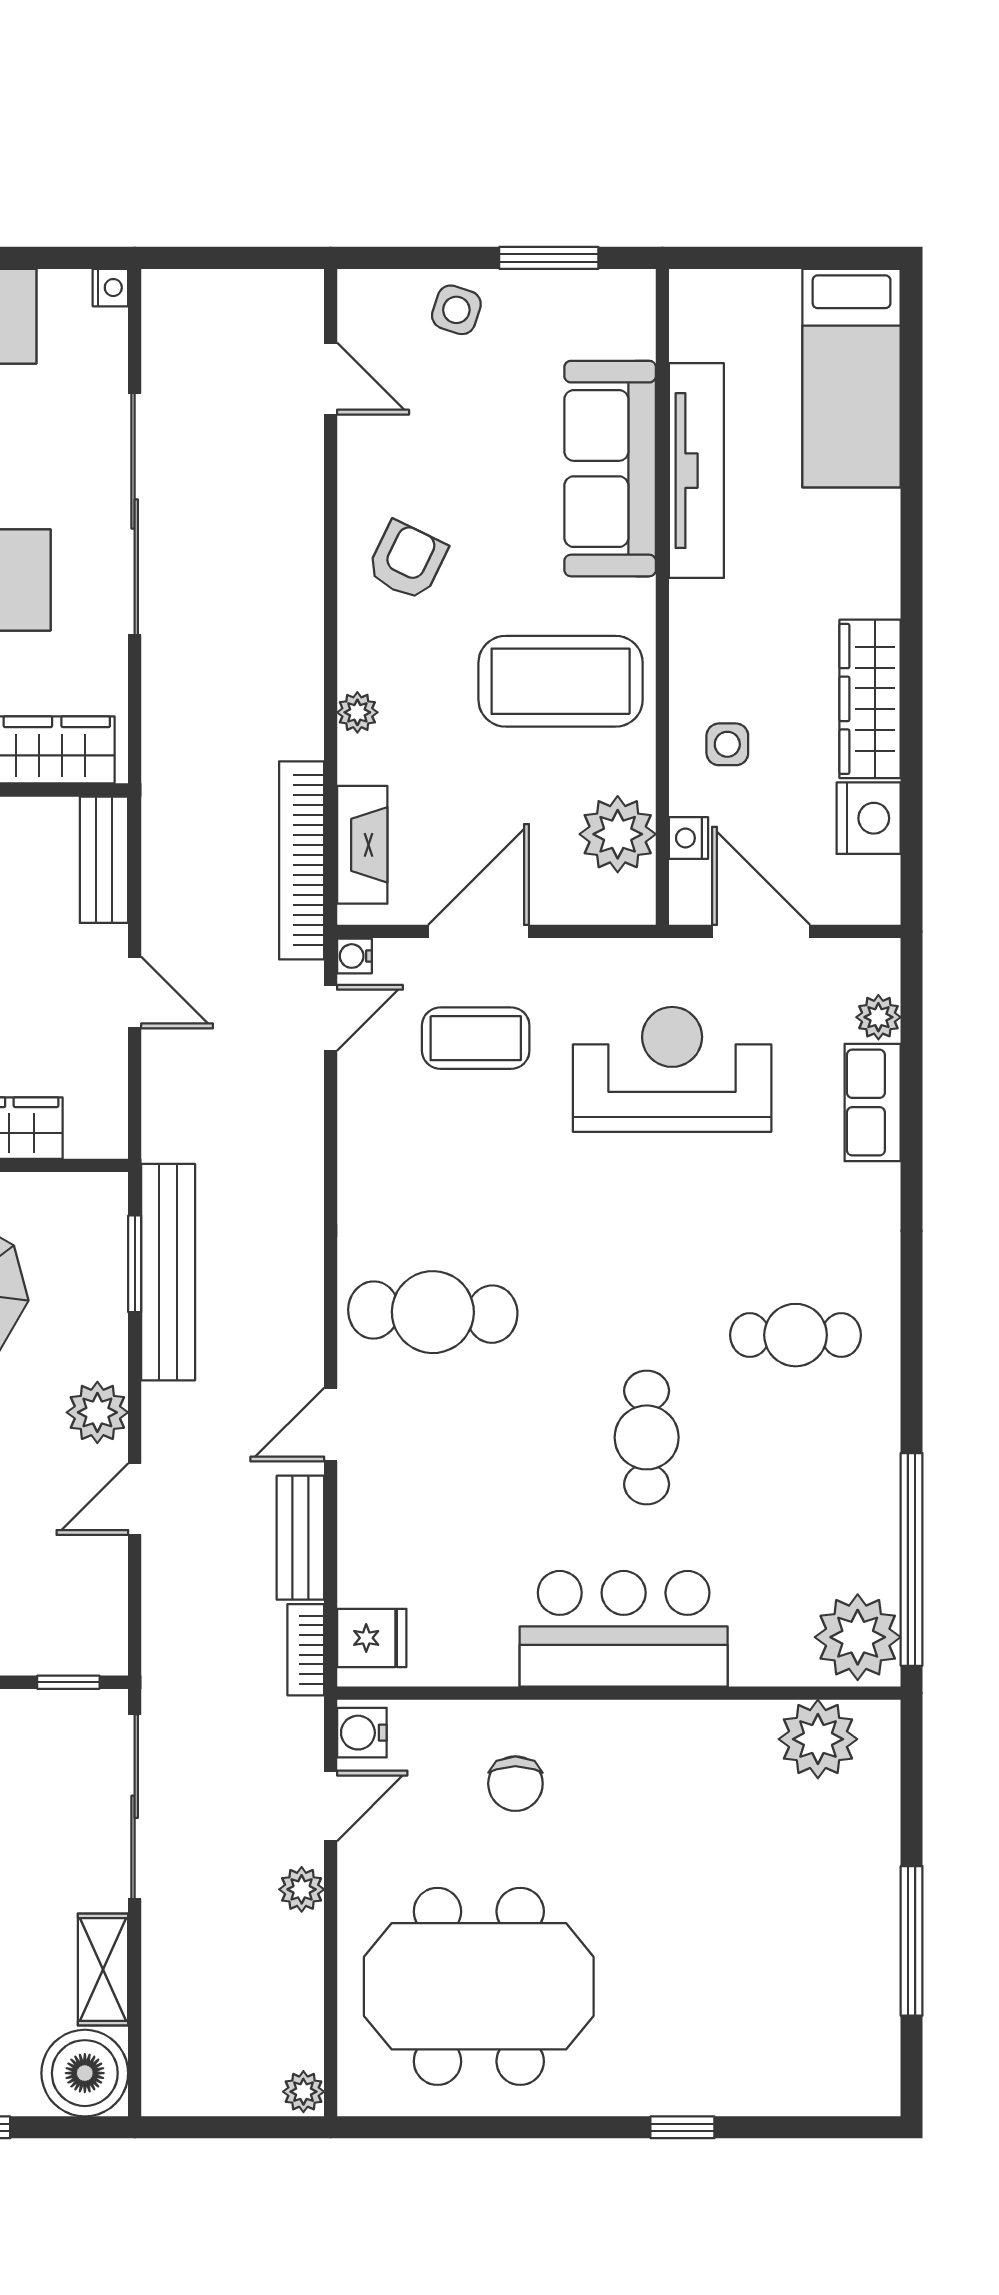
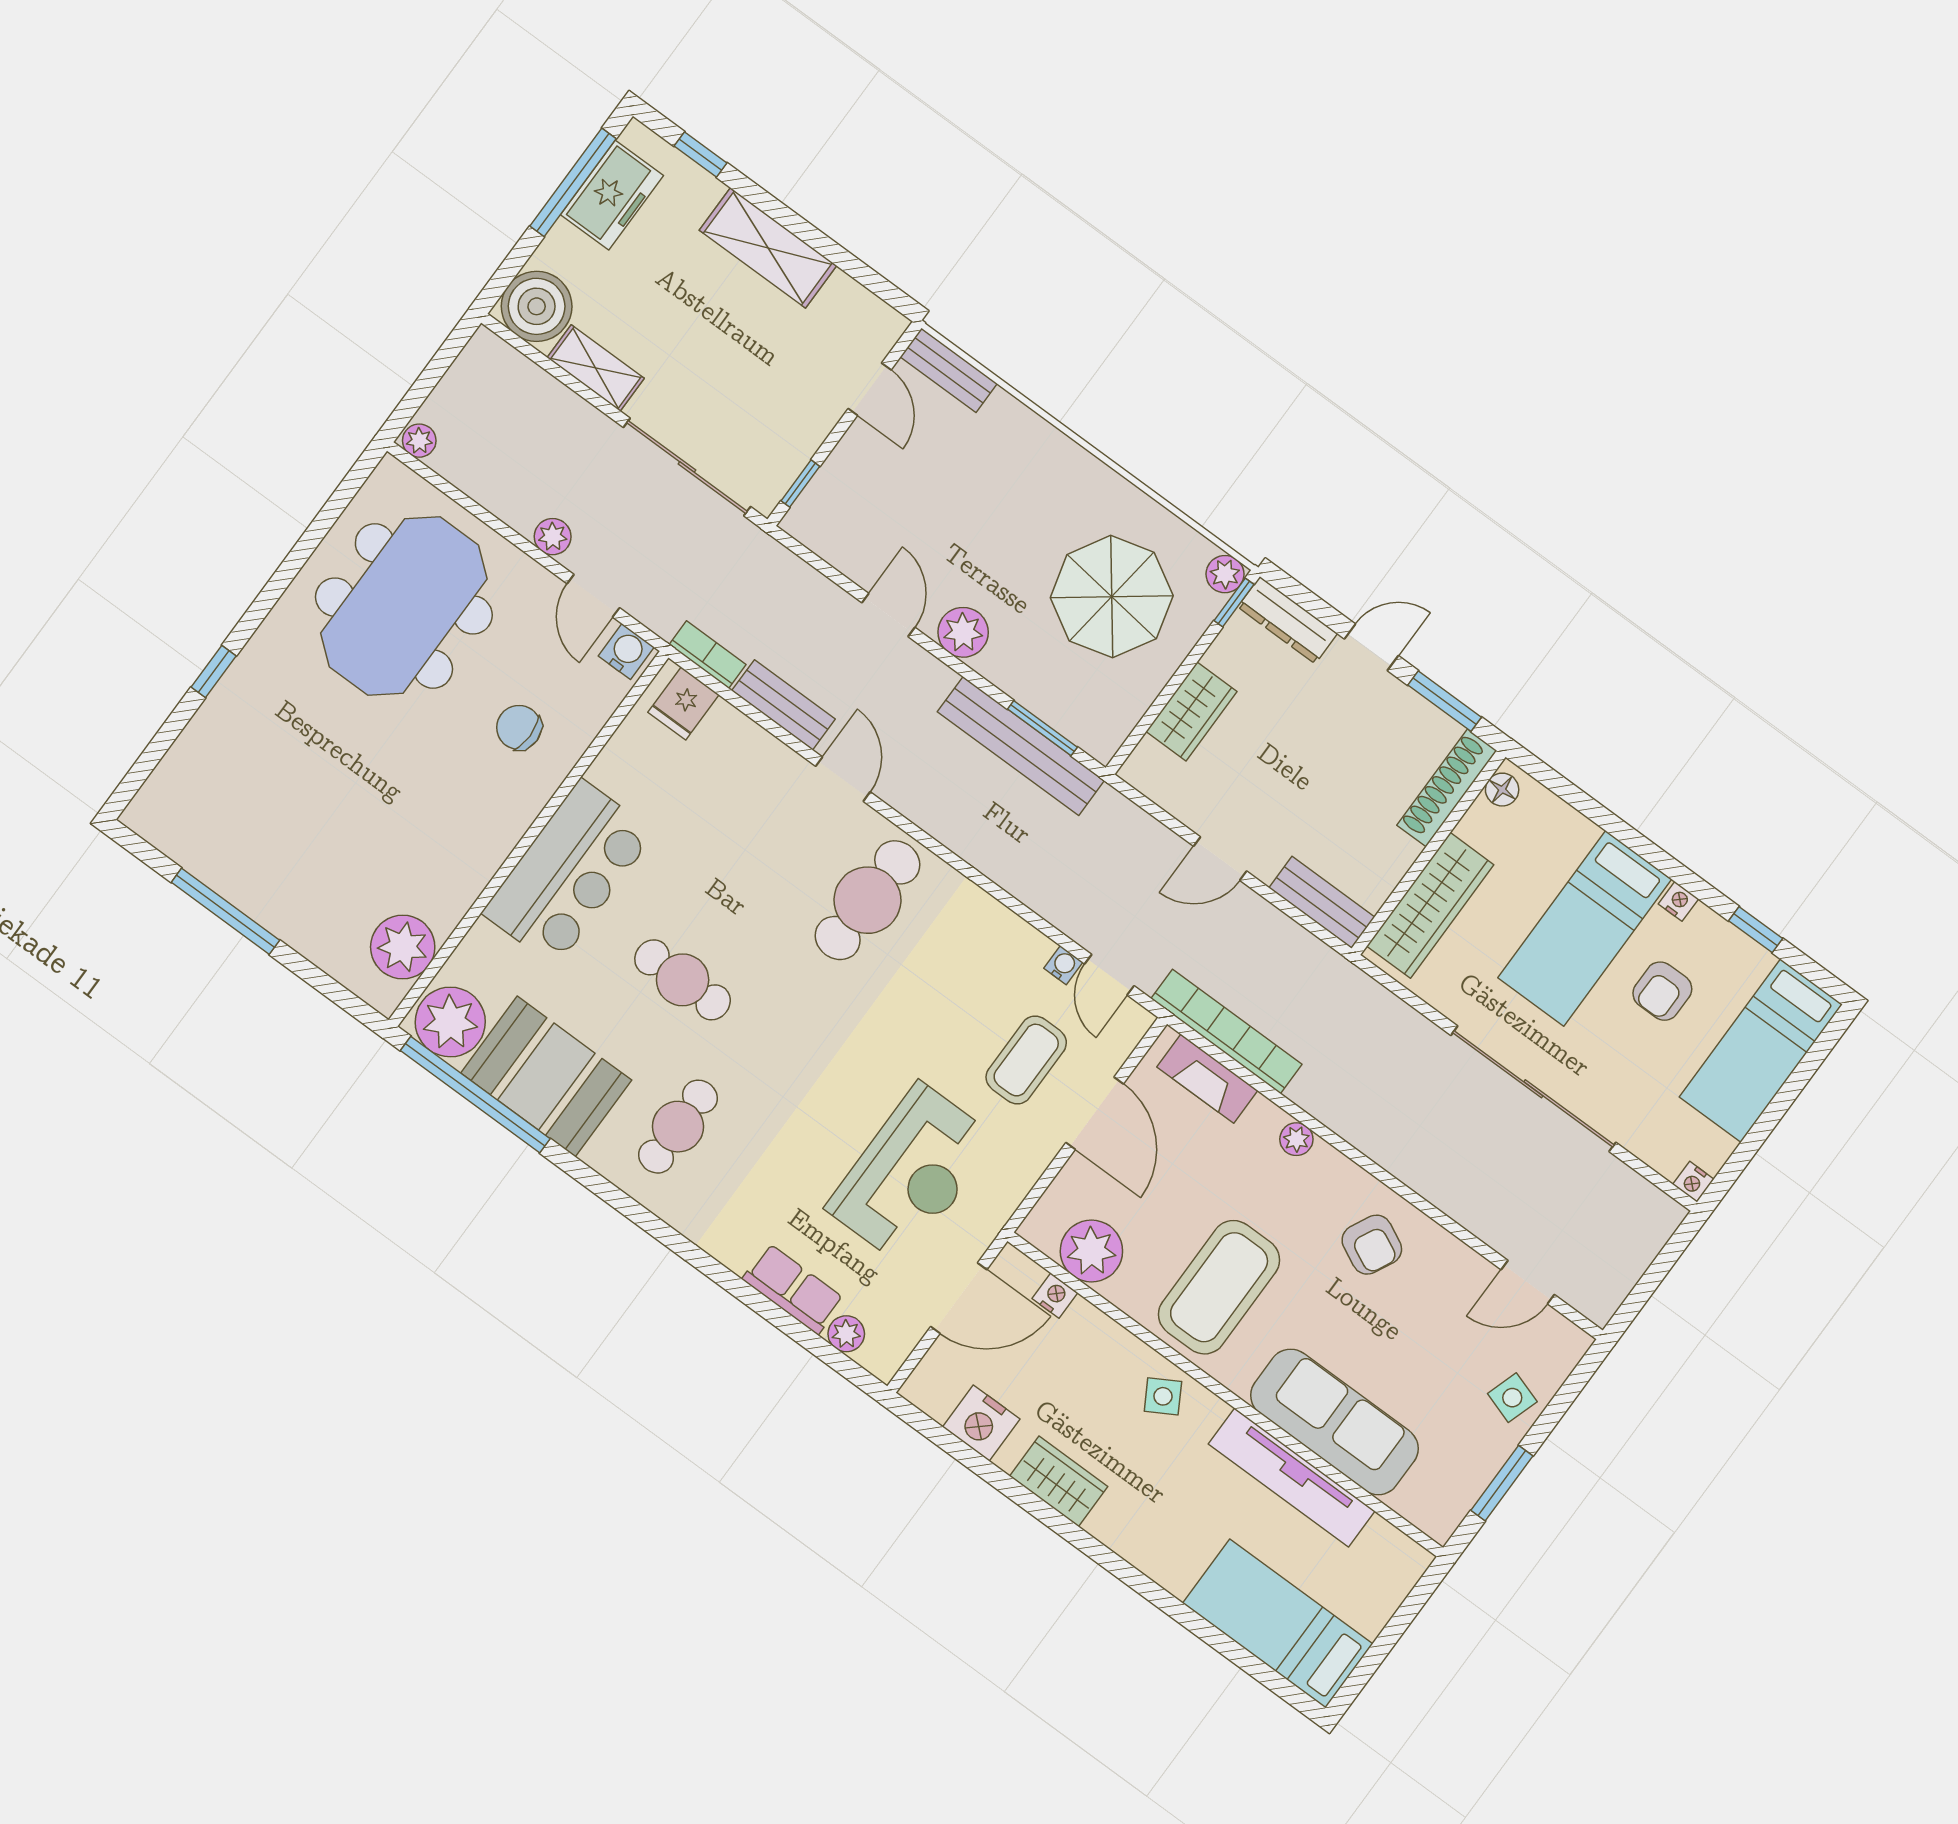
wardrobe: (870, 699) -> (1059, 1481), width x0.67
side table: (727, 744) -> (1163, 1396), moved, turned -30
water cooler: (354, 956) -> (1063, 965), moved
booth: (842, 1502) -> (546, 1077), added

